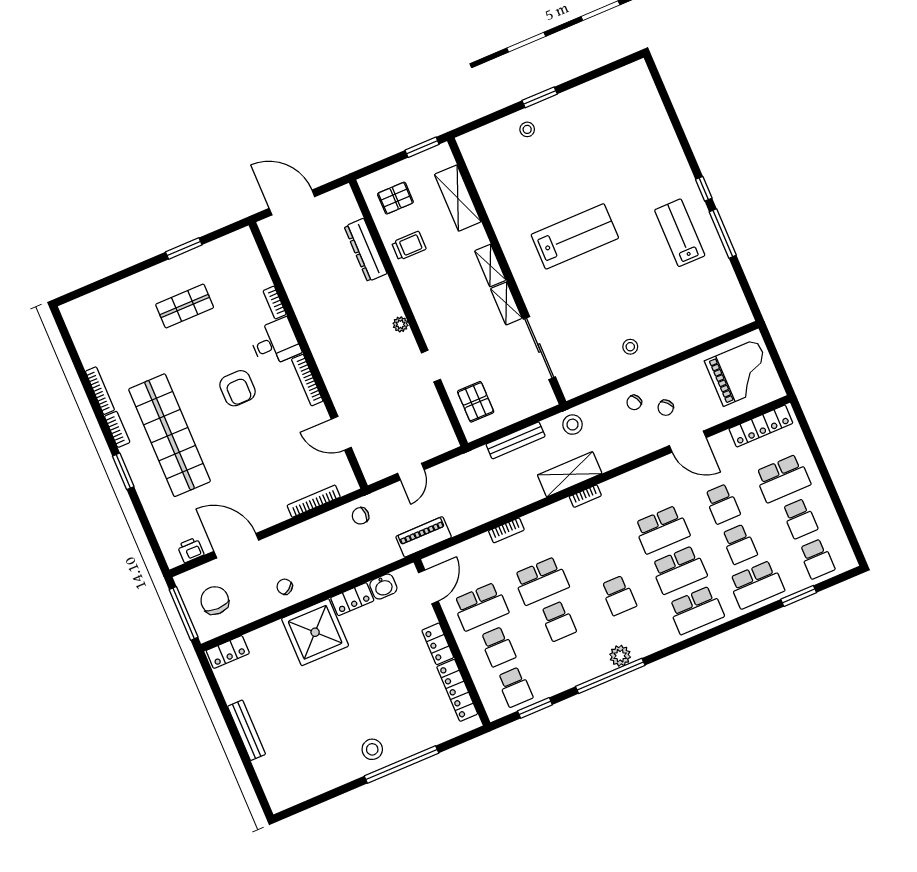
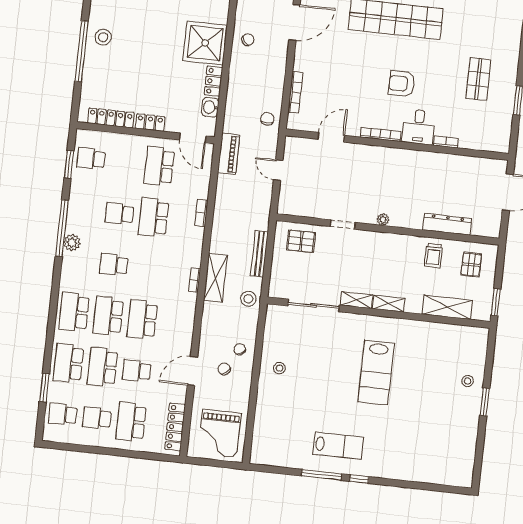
school desk: (739, 544) -> (103, 367), width x1.85
school desk: (498, 647) -> (125, 162), removed

